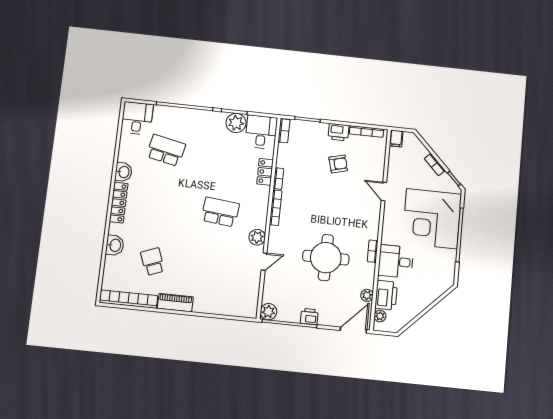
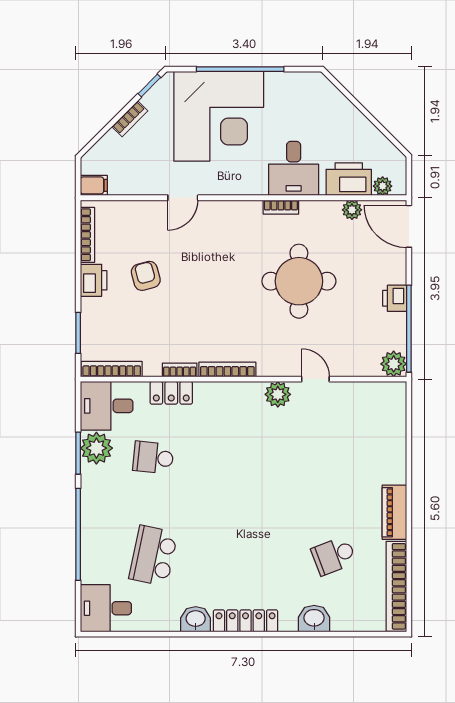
bookcase: (284, 131) -> (112, 369), width x1.56
school desk: (220, 212) -> (153, 458), moved, width x0.54

